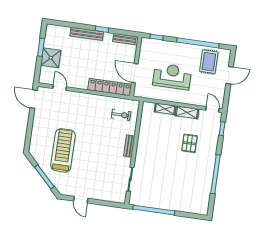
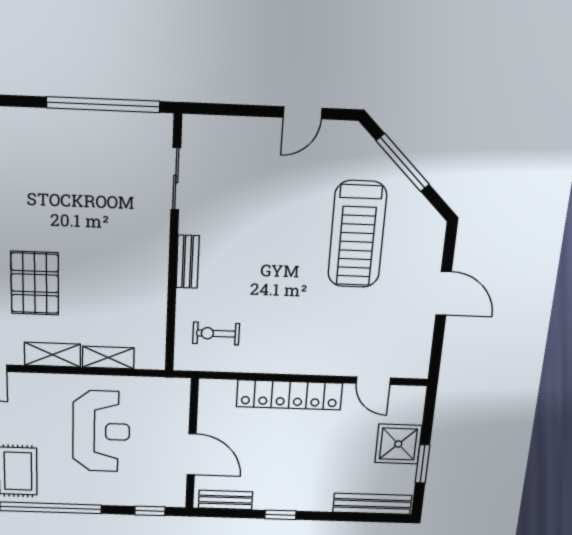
bench: (87, 34) -> (372, 504), moved
door: (135, 73) -> (192, 454), moved
reception desk: (172, 76) -> (101, 431), turned -90
locker: (110, 87) -> (289, 395), moved
door: (34, 99) -> (444, 293), moved
pallet: (189, 143) -> (35, 283), width x1.50, depth x1.42
door: (81, 200) -> (303, 113), swing flipped

